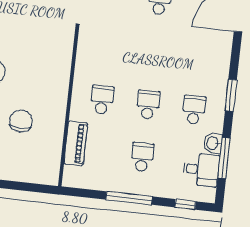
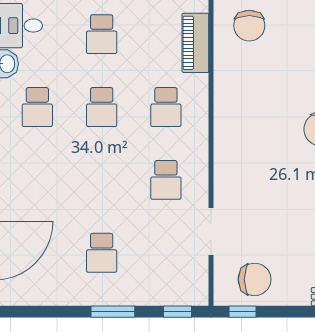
school desk: (108, 47) -> (166, 180), added
chair: (21, 121) -> (249, 26), moved

